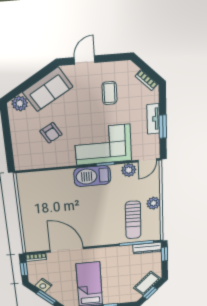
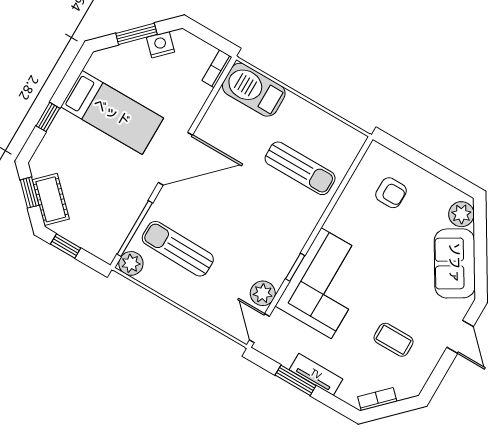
armchair: (51, 133) -> (391, 193), moved, turned -150
barbecue: (92, 176) -> (254, 90), moved, turned -90
sun lounger: (55, 193) -> (300, 168), added
plant: (154, 203) -> (131, 263), moved
dresser: (147, 248) -> (115, 239), removed
door: (67, 250) -> (175, 159), moved
window: (164, 254) -> (66, 246), moved
window: (24, 269) -> (210, 37), removed

